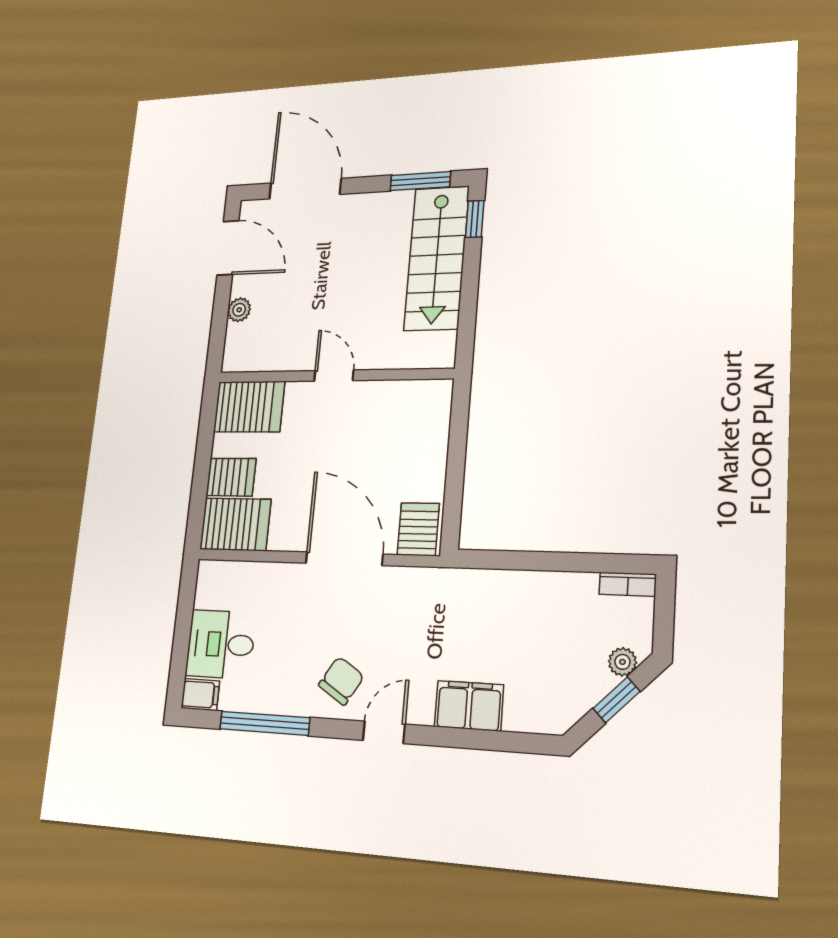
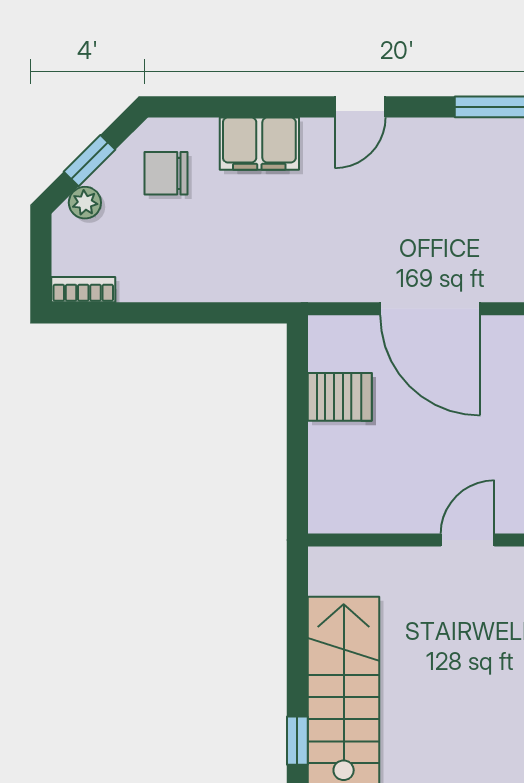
door: (334, 376) -> (468, 540), swing flipped
server rack: (418, 529) -> (340, 397), moved, turned -90
chair: (341, 681) -> (166, 173), moved, turned 58

